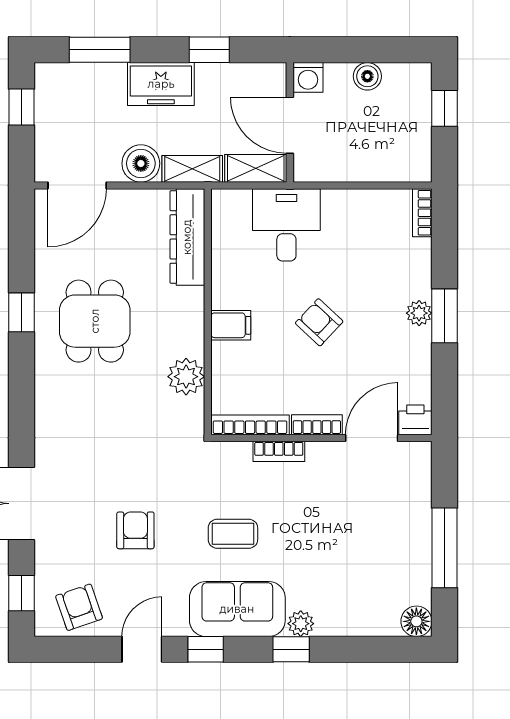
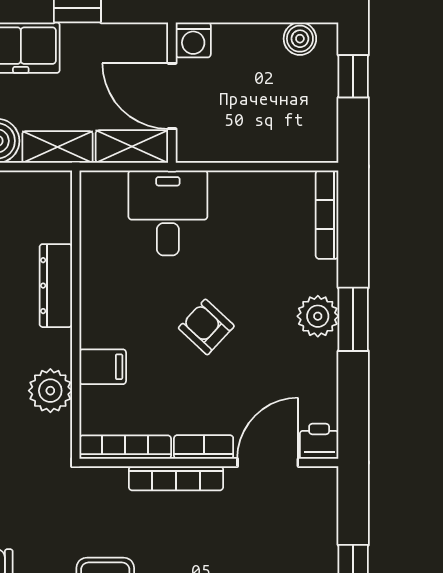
boiler: (367, 76) -> (300, 39), moved
bookcase: (422, 213) -> (327, 215), width x1.56
dresser: (187, 237) -> (56, 286), moved, width x0.73, depth x0.80
plant: (419, 313) -> (318, 316), width x1.38, depth x1.38
filing cabinet: (231, 325) -> (103, 367), moved
bookcase: (279, 451) -> (176, 478), width x1.56

